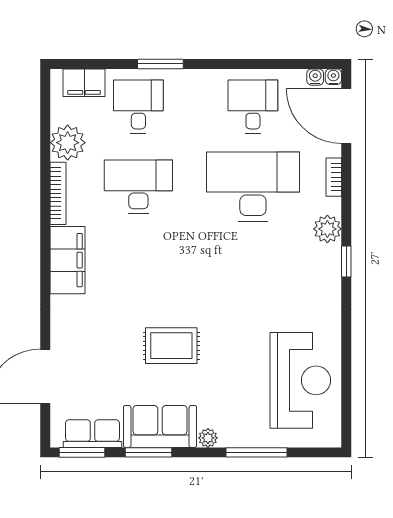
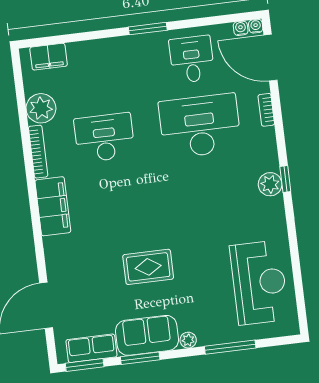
window: (160, 64) -> (148, 29), moved
desk: (138, 107) -> (96, 71), removed
plant: (327, 229) -> (270, 184), moved

